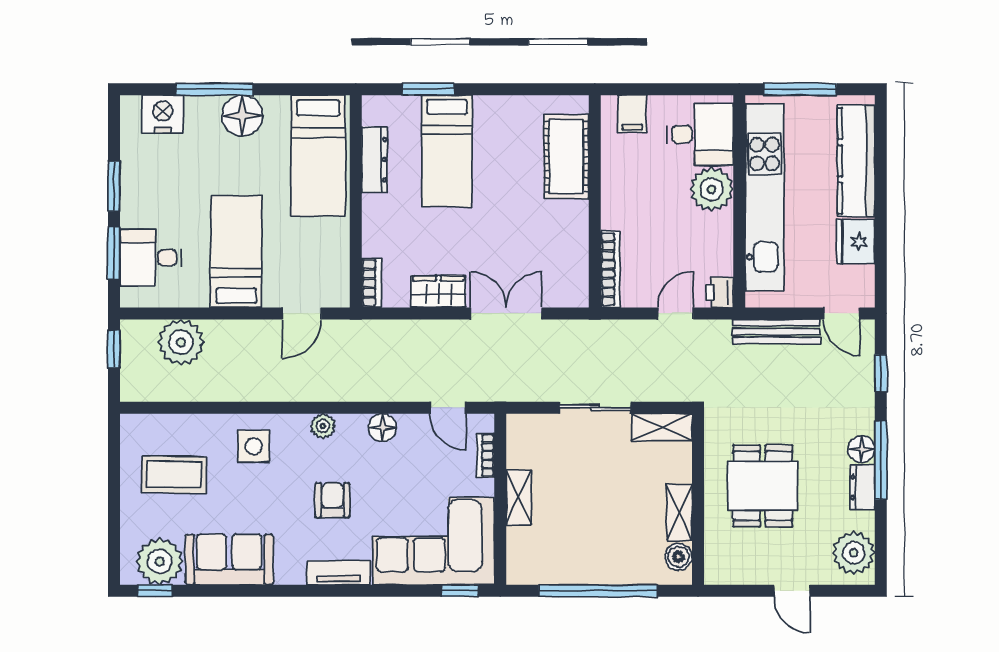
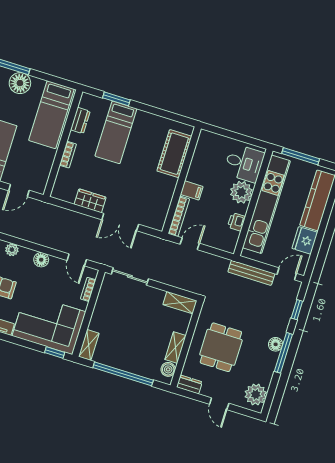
filing cabinet: (632, 114) -> (192, 190), moved, turned -90
dresser: (375, 160) -> (80, 120), width x0.70
bookcase: (371, 283) -> (68, 155), moved
printer: (720, 292) -> (236, 222), moved
double door: (506, 313) -> (120, 222), swing flipped
door: (675, 313) -> (190, 244), moved
door: (842, 313) -> (287, 274), swing flipped
sliding door: (595, 408) -> (130, 276), moved
dresser: (862, 487) -> (189, 384), moved, turned 90
shelving: (519, 498) -> (89, 345), moved

